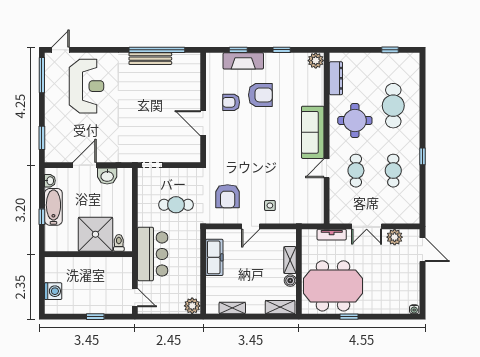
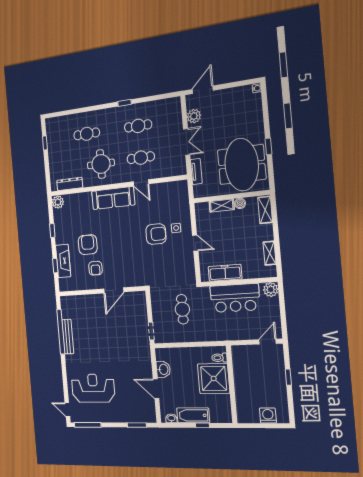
cafe table: (393, 106) -> (87, 134), width x0.73, depth x0.74
armchair: (228, 196) -> (156, 234), moved
bar counter: (153, 254) -> (235, 298), moved, turned 180

